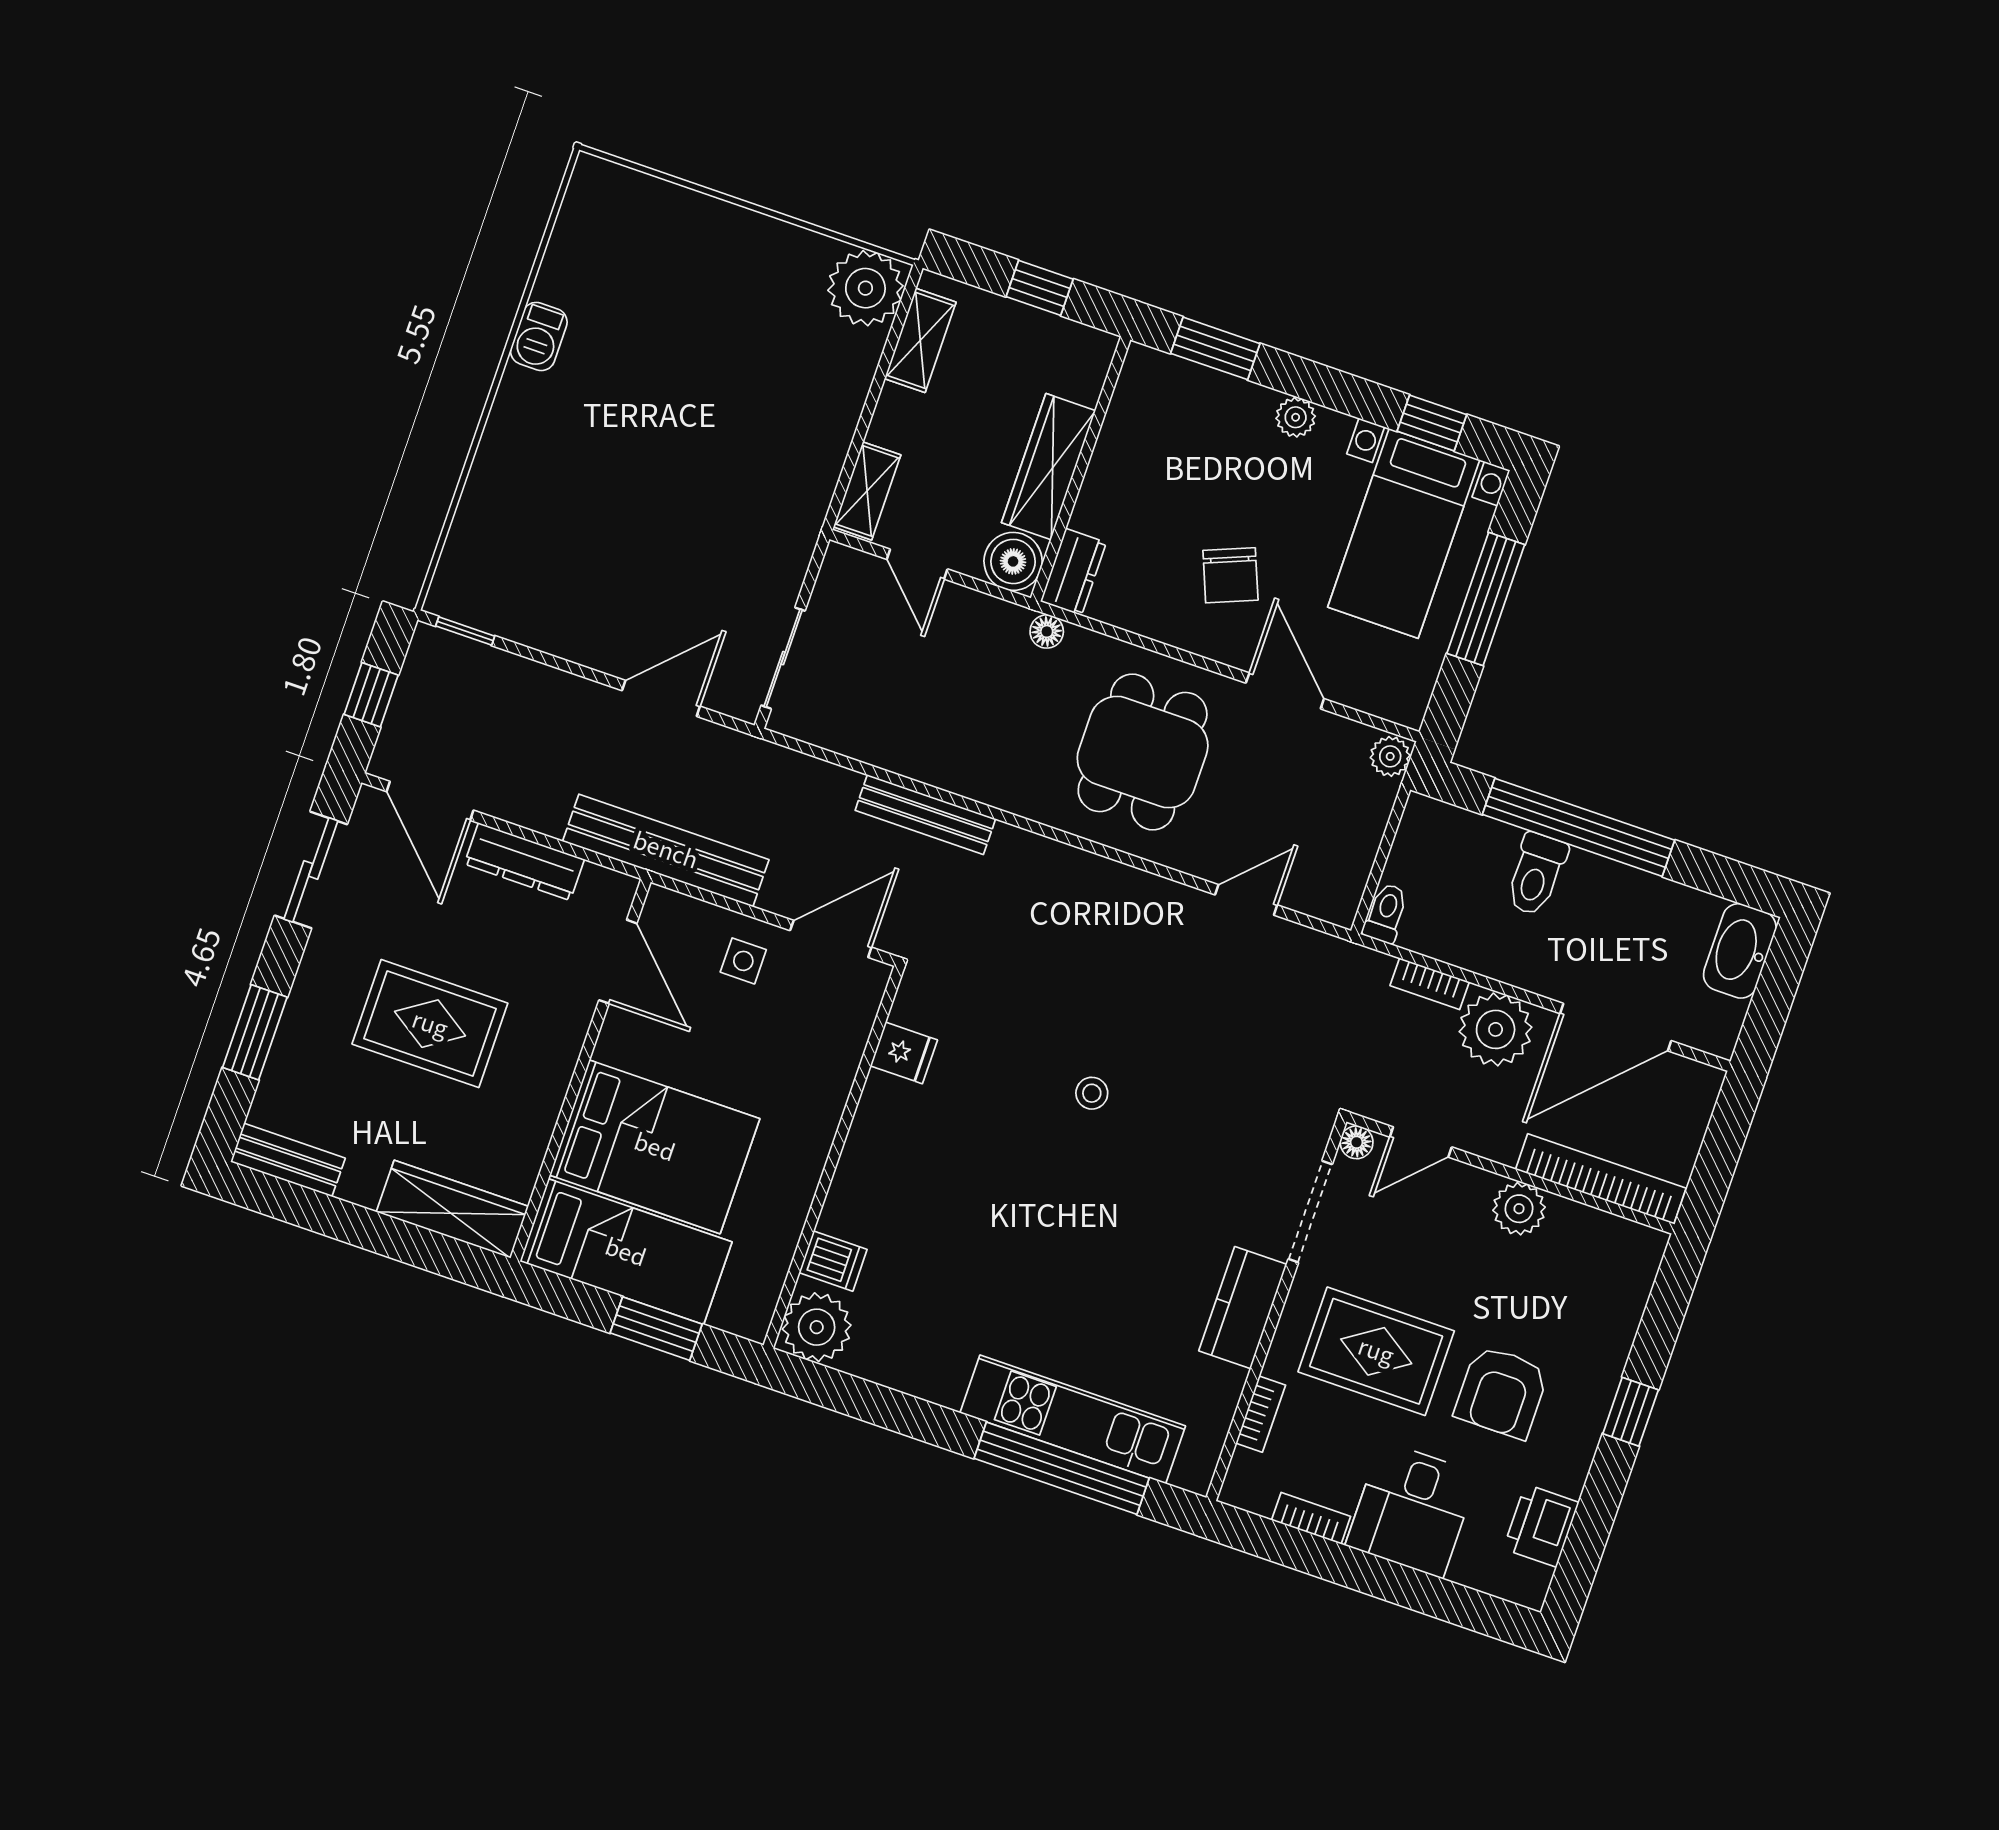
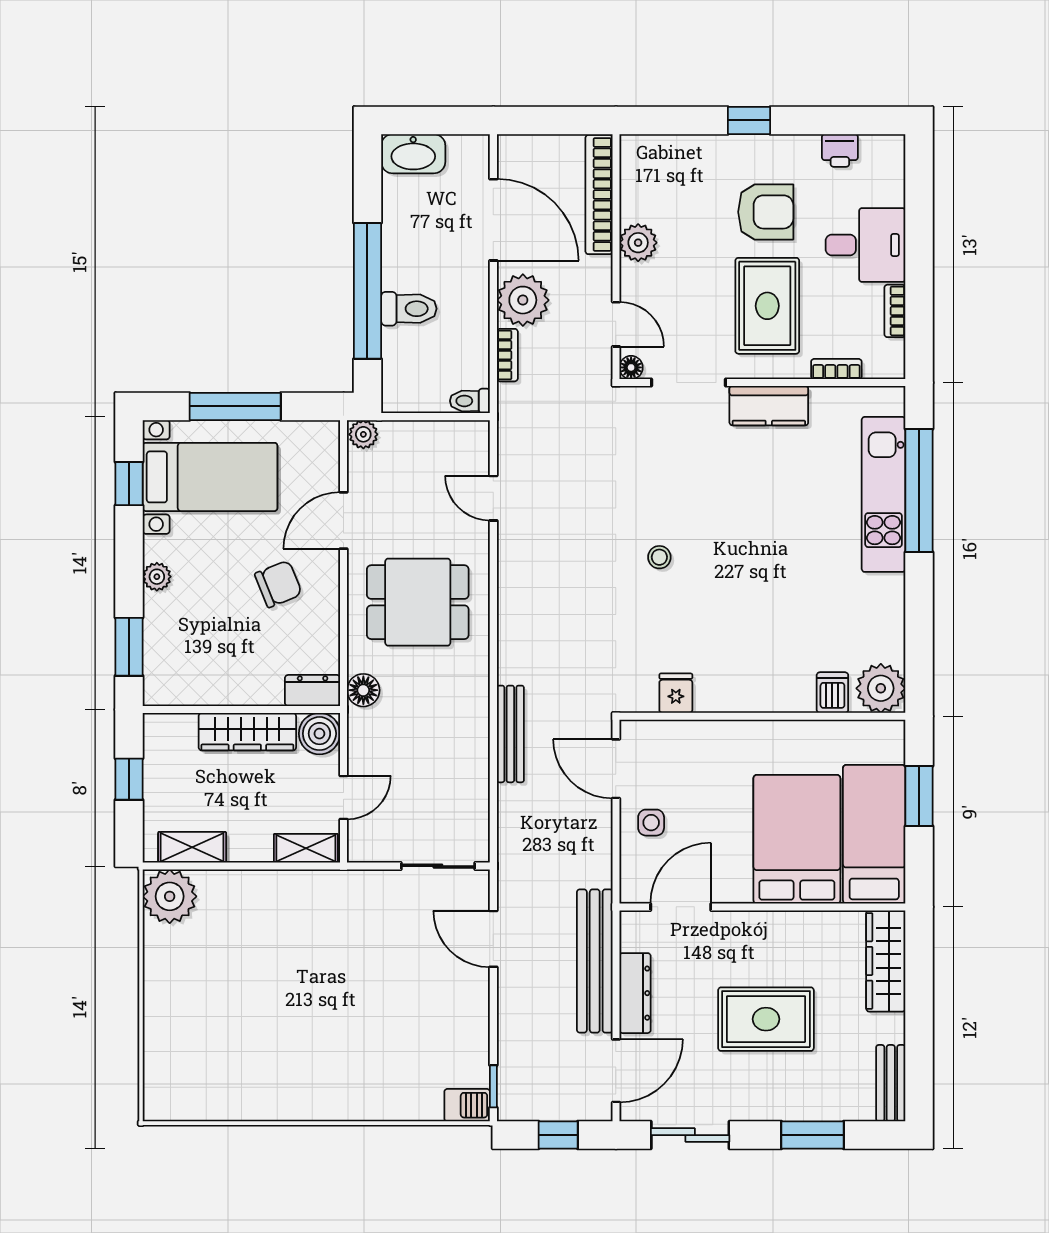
barbecue: (539, 336) -> (467, 1105), moved
floor lamp: (1047, 631) -> (363, 690), width x1.37, depth x1.37
bench: (666, 850) -> (595, 961), moved
rug: (430, 1024) -> (766, 1019), turned 90
printer: (1541, 1526) -> (840, 150), width x0.73, depth x0.81

